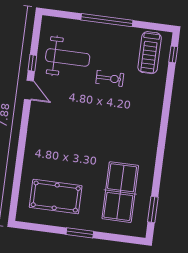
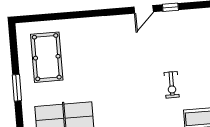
weight bench: (68, 57) -> (183, 40), removed

